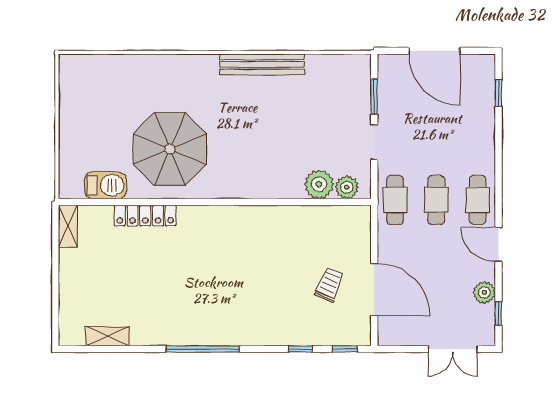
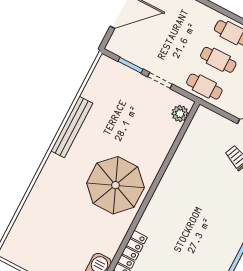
parasol: (170, 149) -> (115, 185), moved
plant: (319, 184) -> (169, 131), removed

